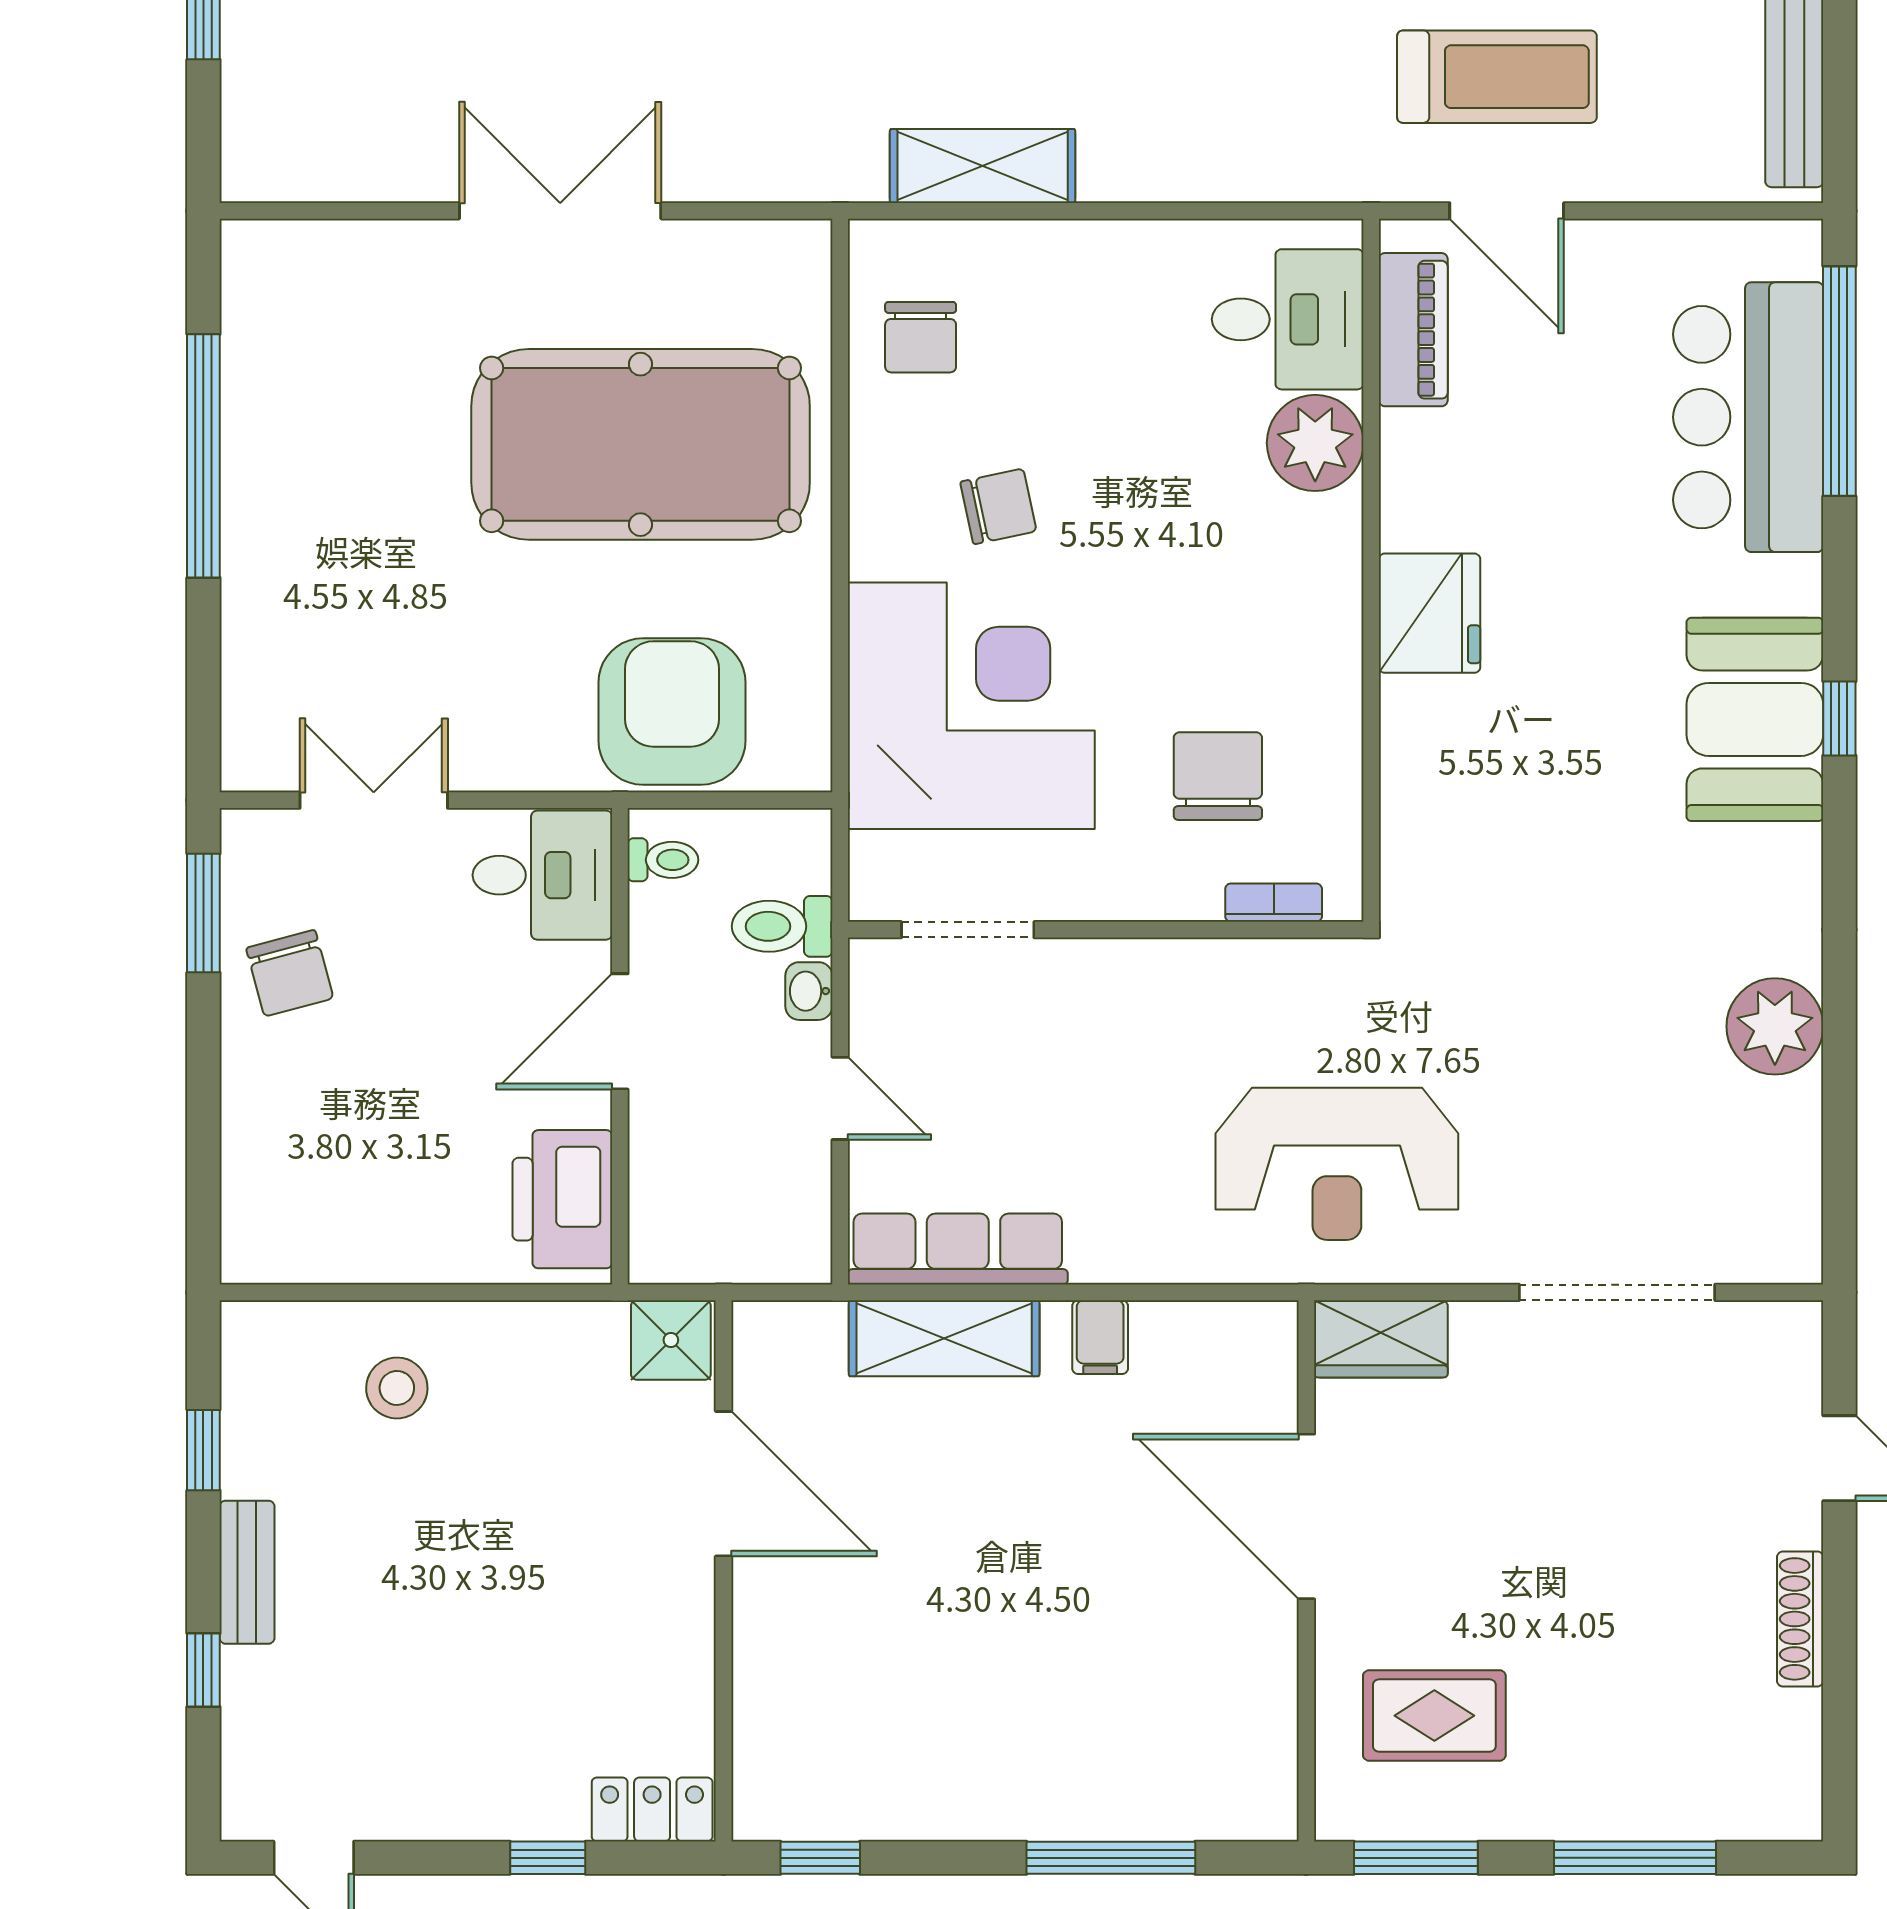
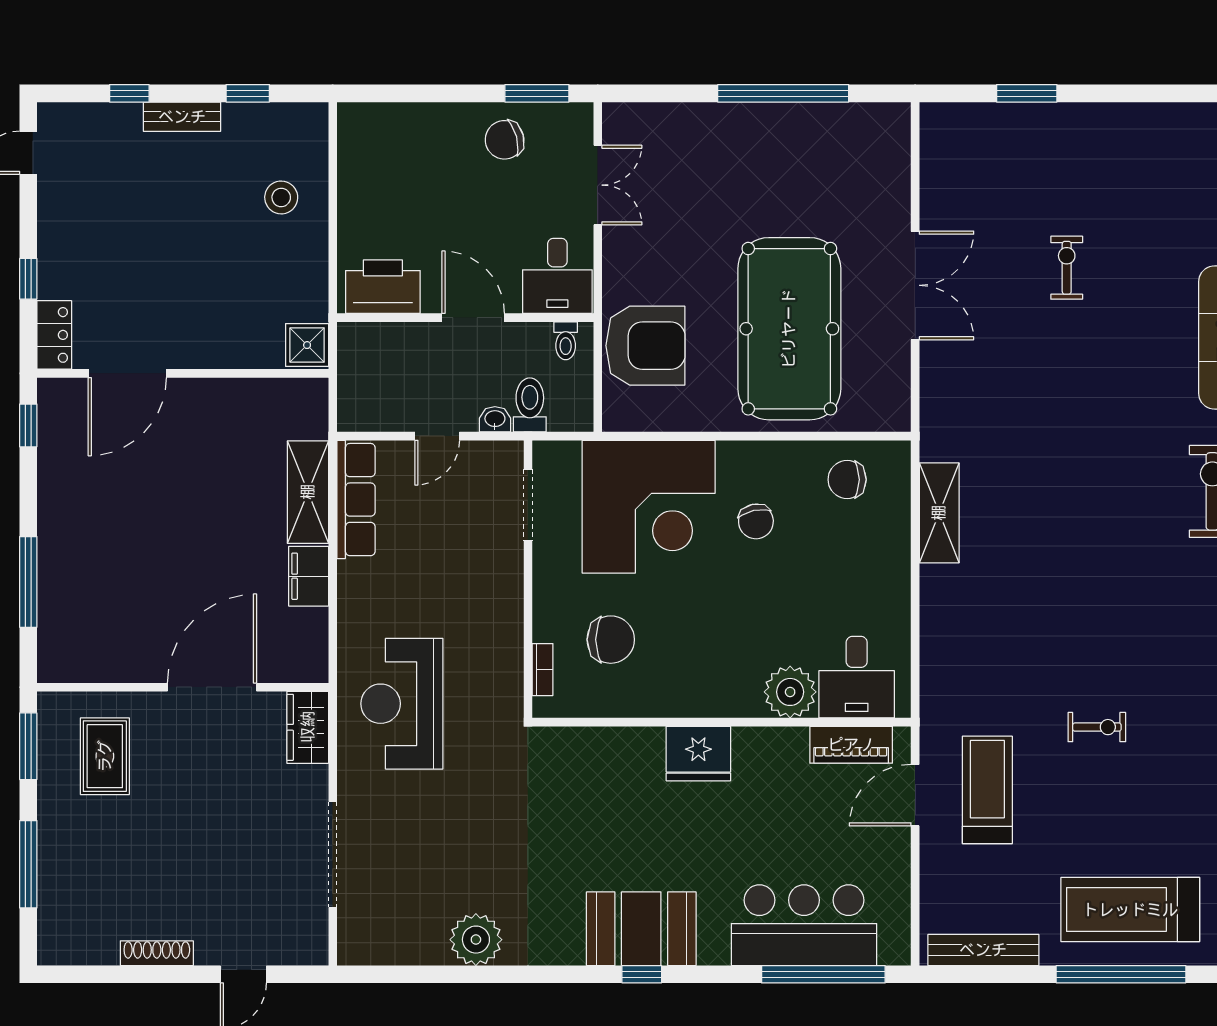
treadmill: (1497, 77) -> (987, 790), turned 180
filing cabinet: (1100, 1337) -> (309, 576), width x2.00
door: (723, 1484) -> (127, 373), moved

